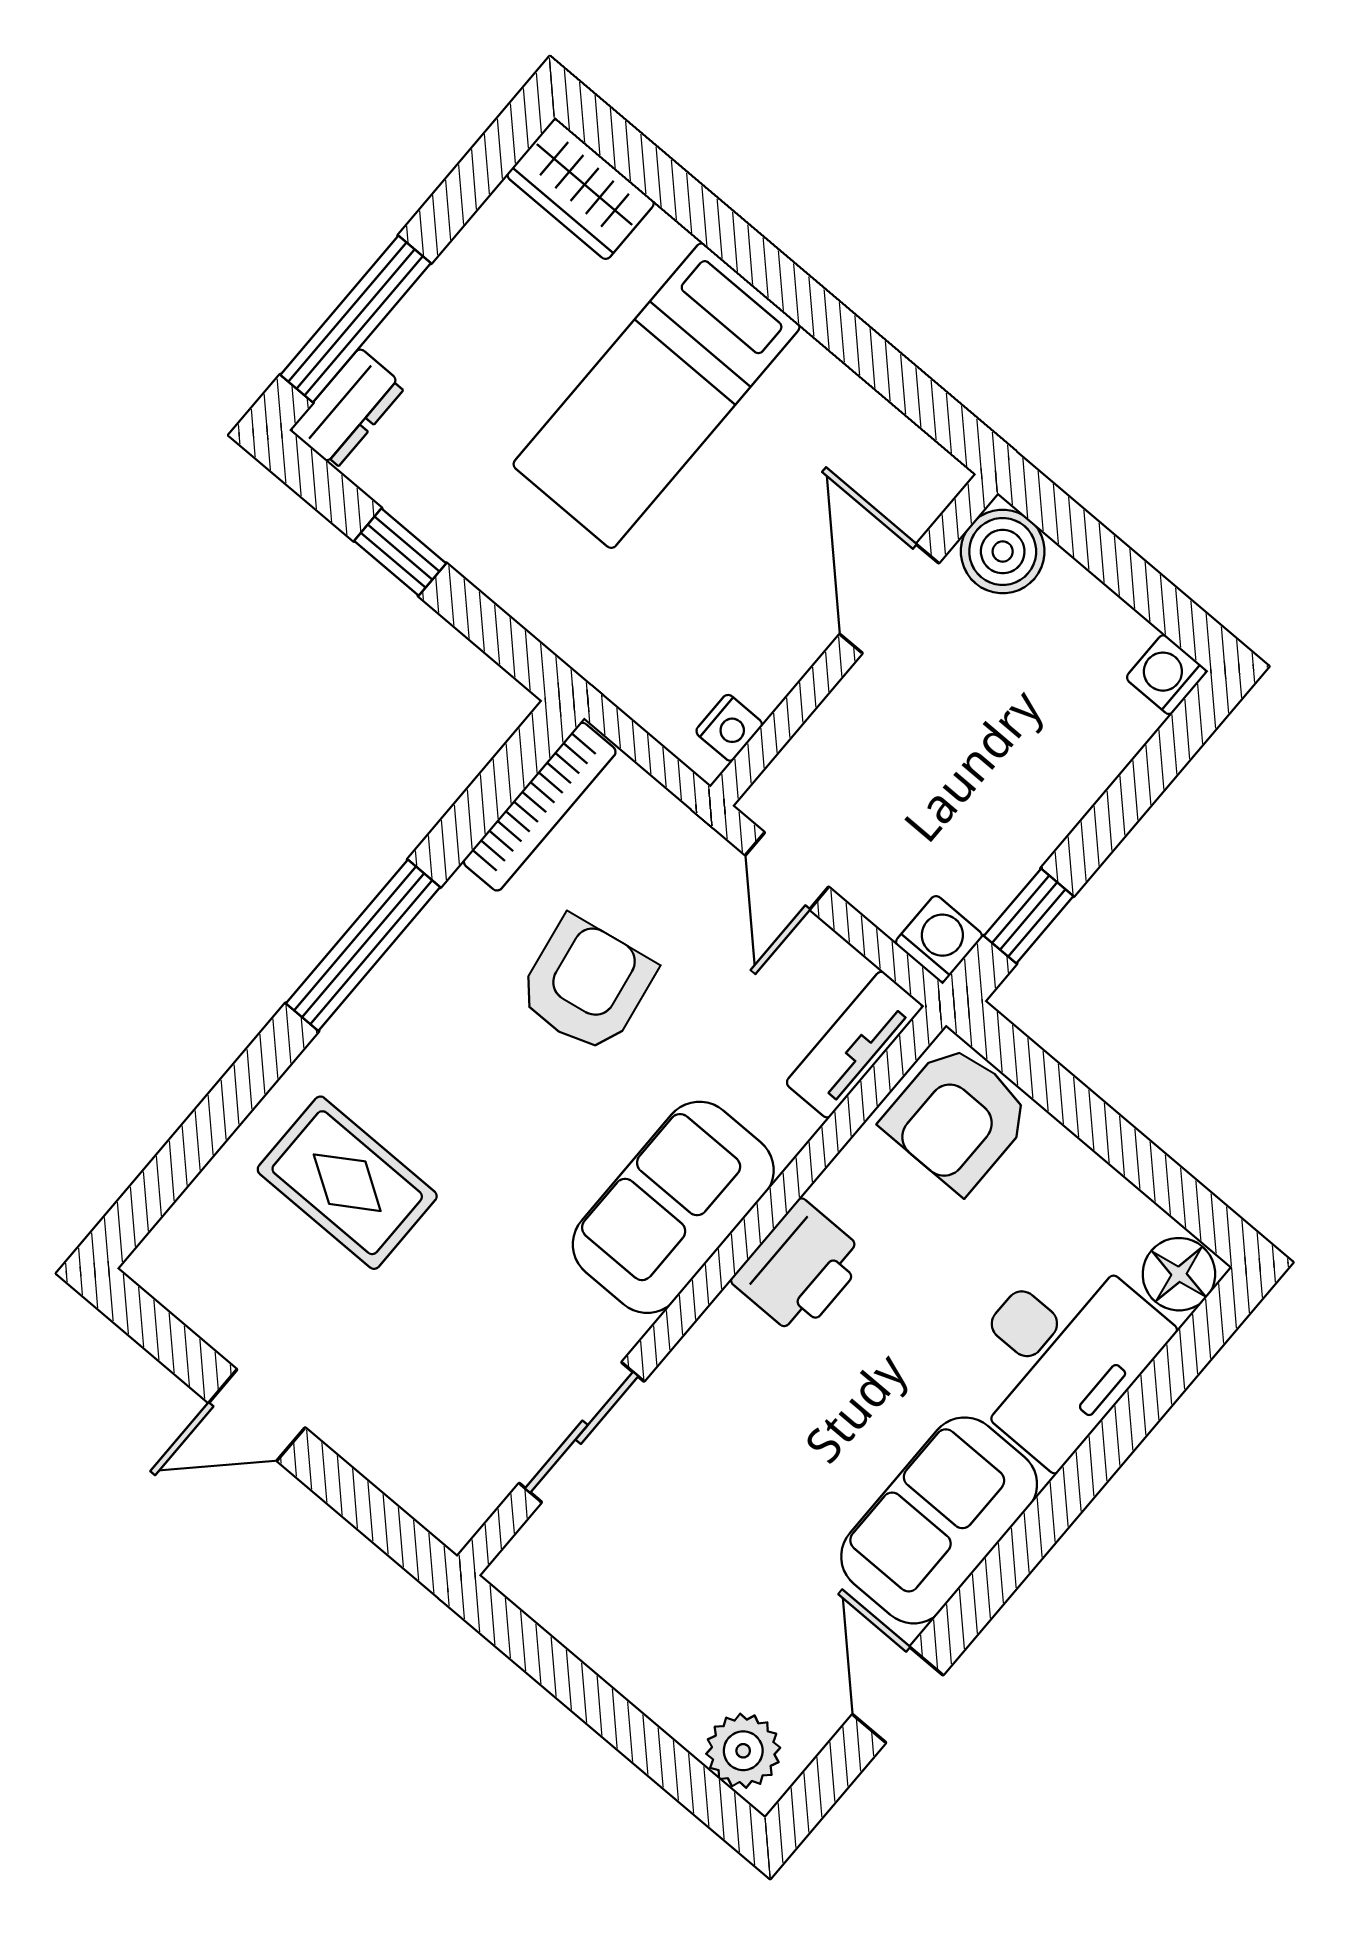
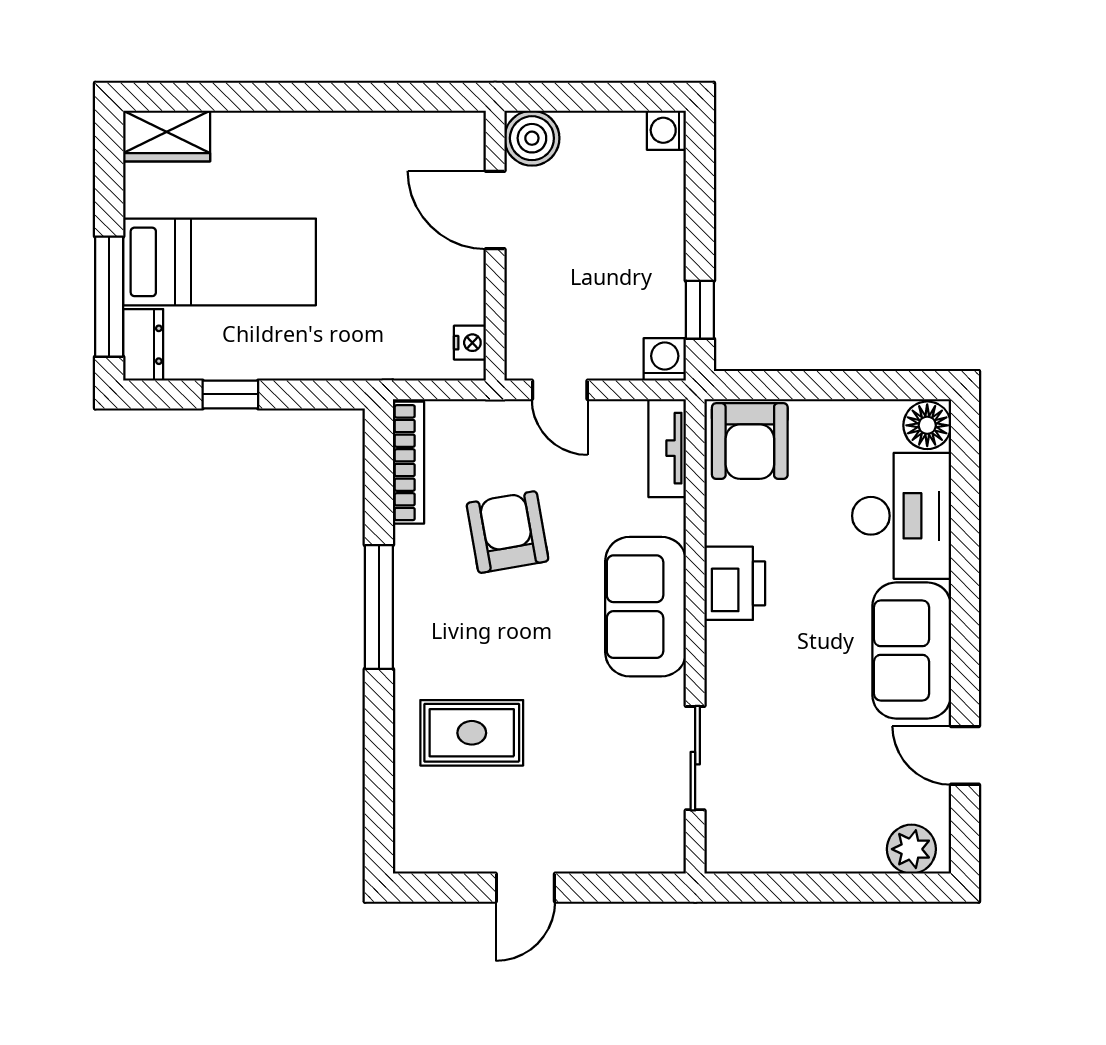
bed: (657, 396) -> (219, 262), moved, turned -90

